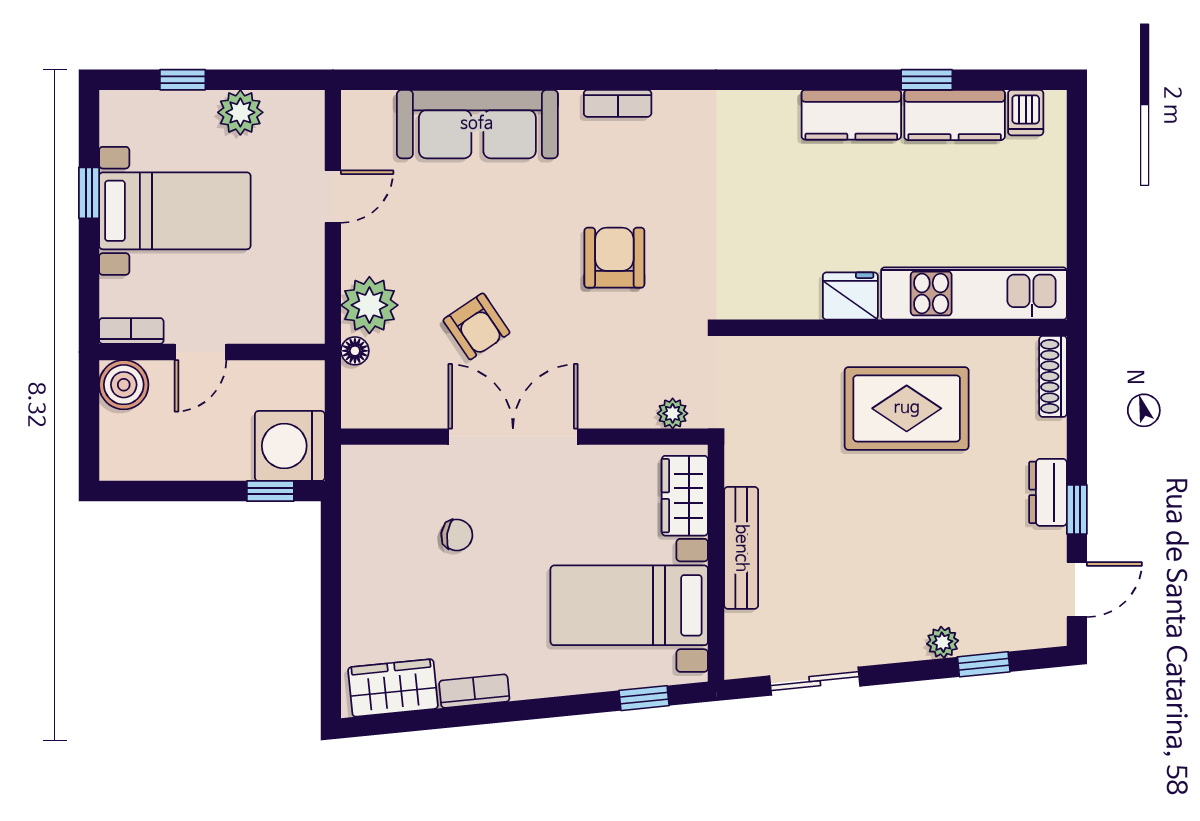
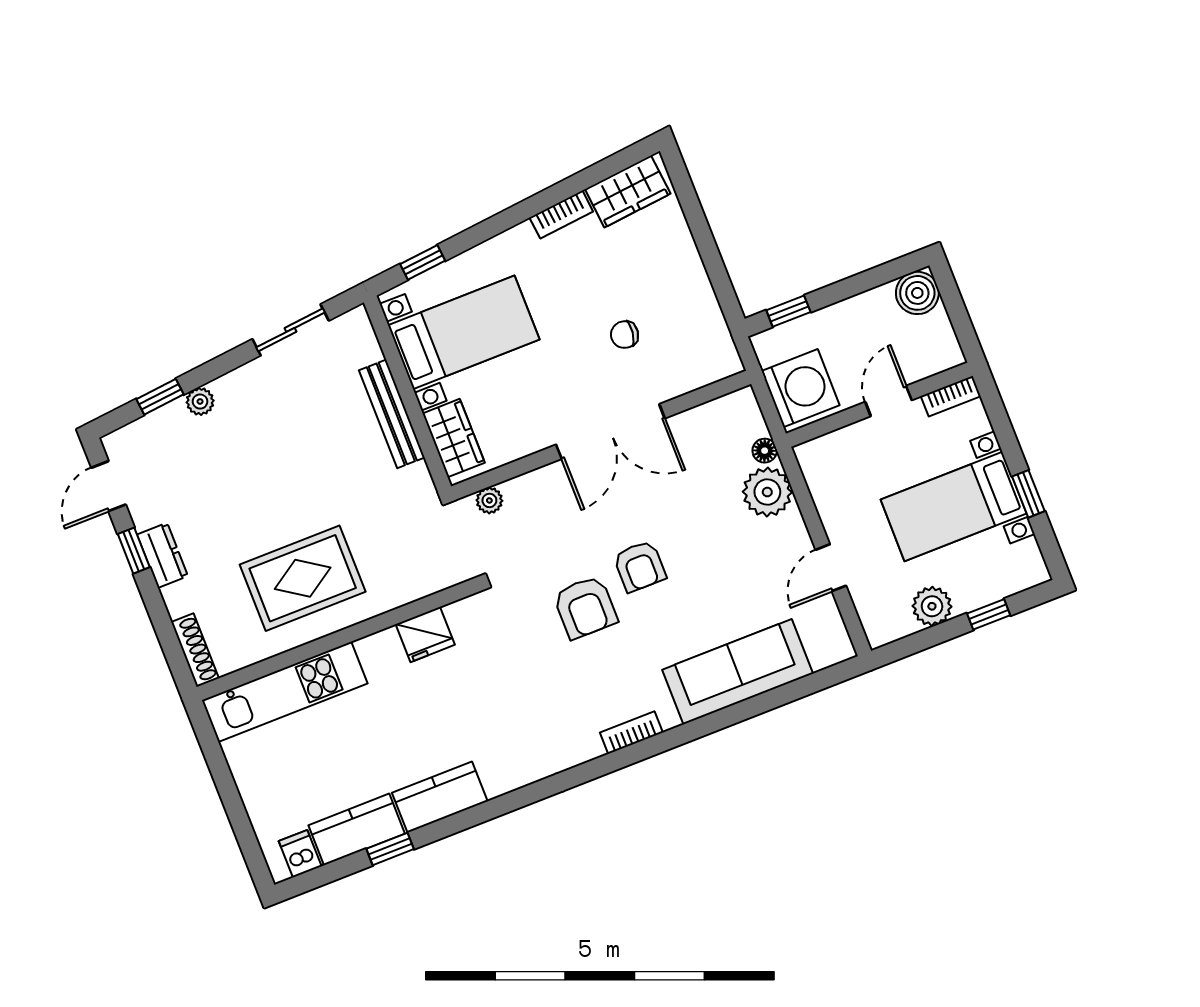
fridge: (850, 296) -> (425, 635), moved
armchair: (476, 326) -> (640, 566), moved, turned -146
boiler: (124, 385) -> (917, 293), moved
washing machine: (290, 446) -> (801, 388), moved

